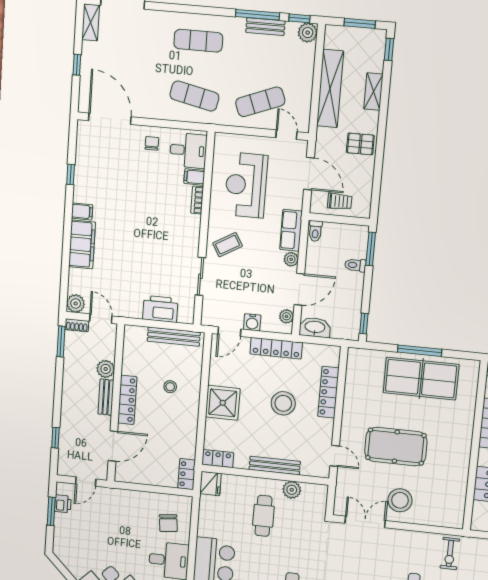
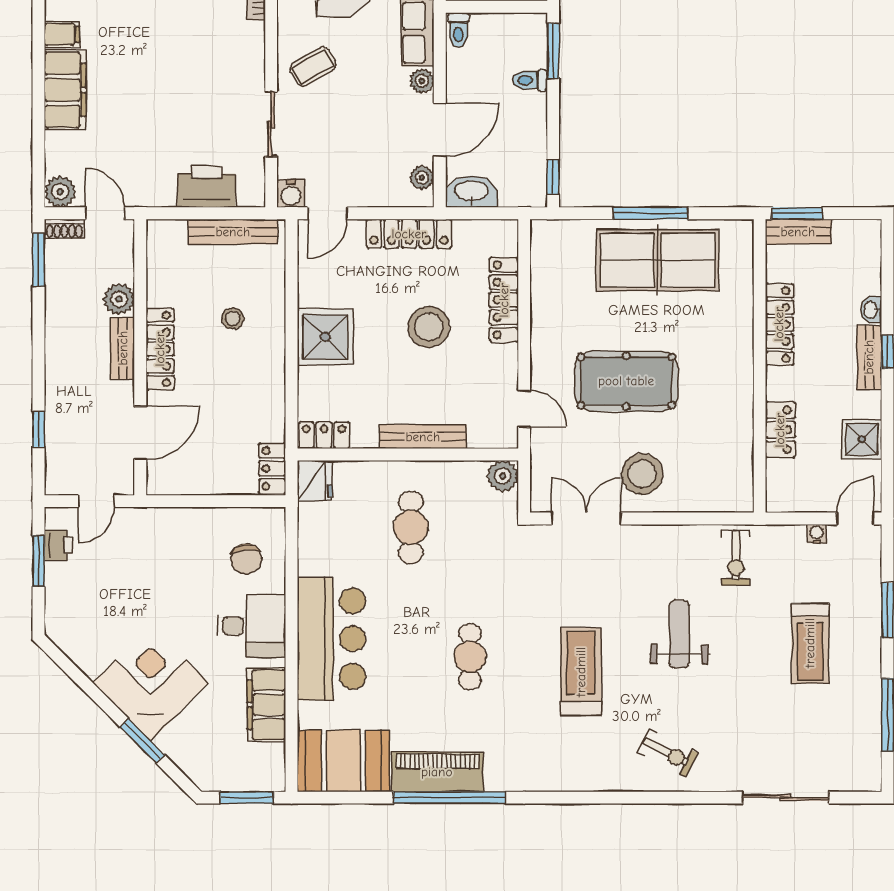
water cooler: (252, 322) -> (291, 194), moved
plant: (292, 490) -> (503, 476), moved

